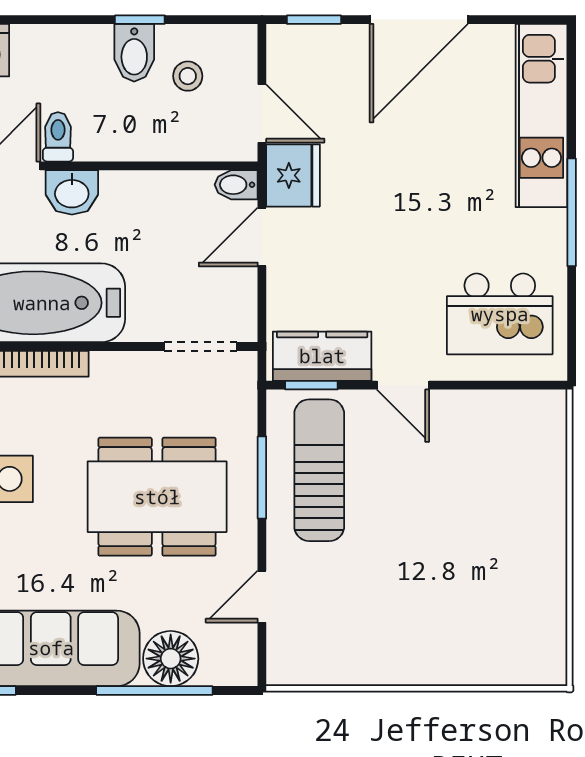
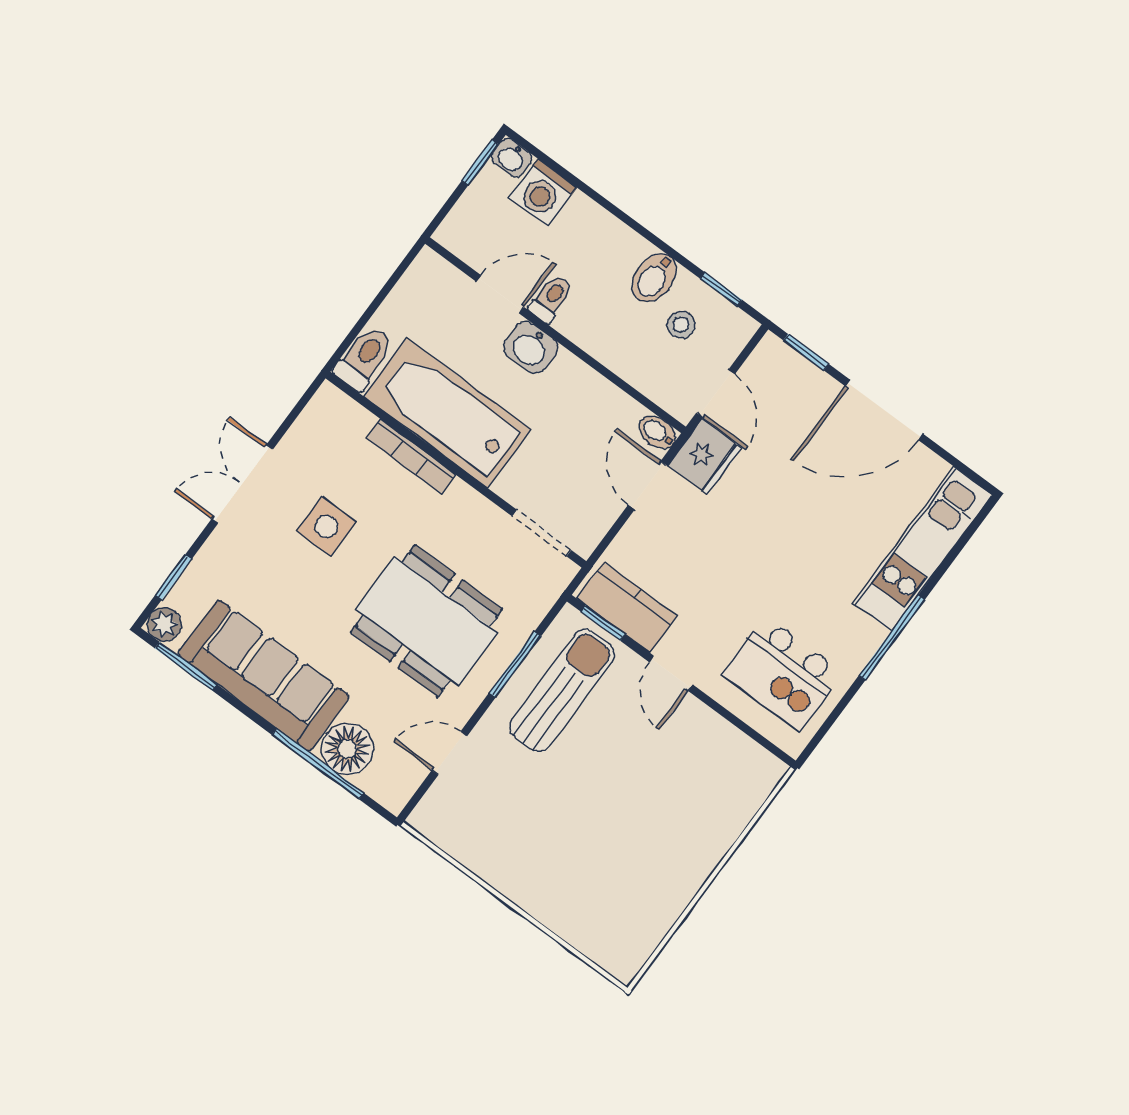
window: (140, 20) -> (721, 289), moved
door: (262, 237) -> (648, 485), hinge flipped

